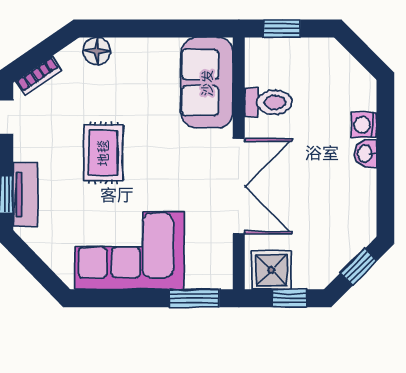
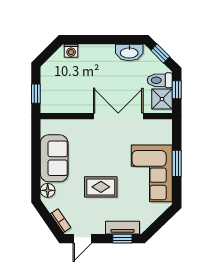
sofa: (207, 83) -> (54, 158), moved, turned -90
toilet: (268, 102) -> (160, 80), moved, turned -90
washing machine: (364, 125) -> (71, 51), moved
washbasin: (366, 153) -> (129, 53), moved, width x1.91, depth x1.45
window: (194, 298) -> (177, 163), moved

